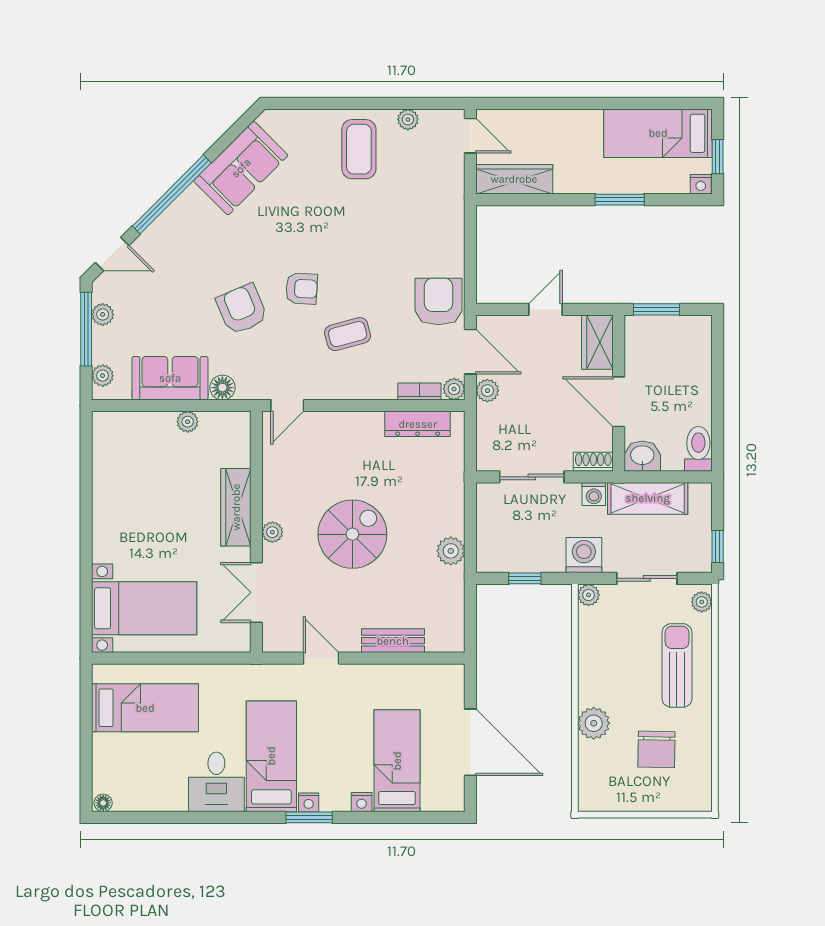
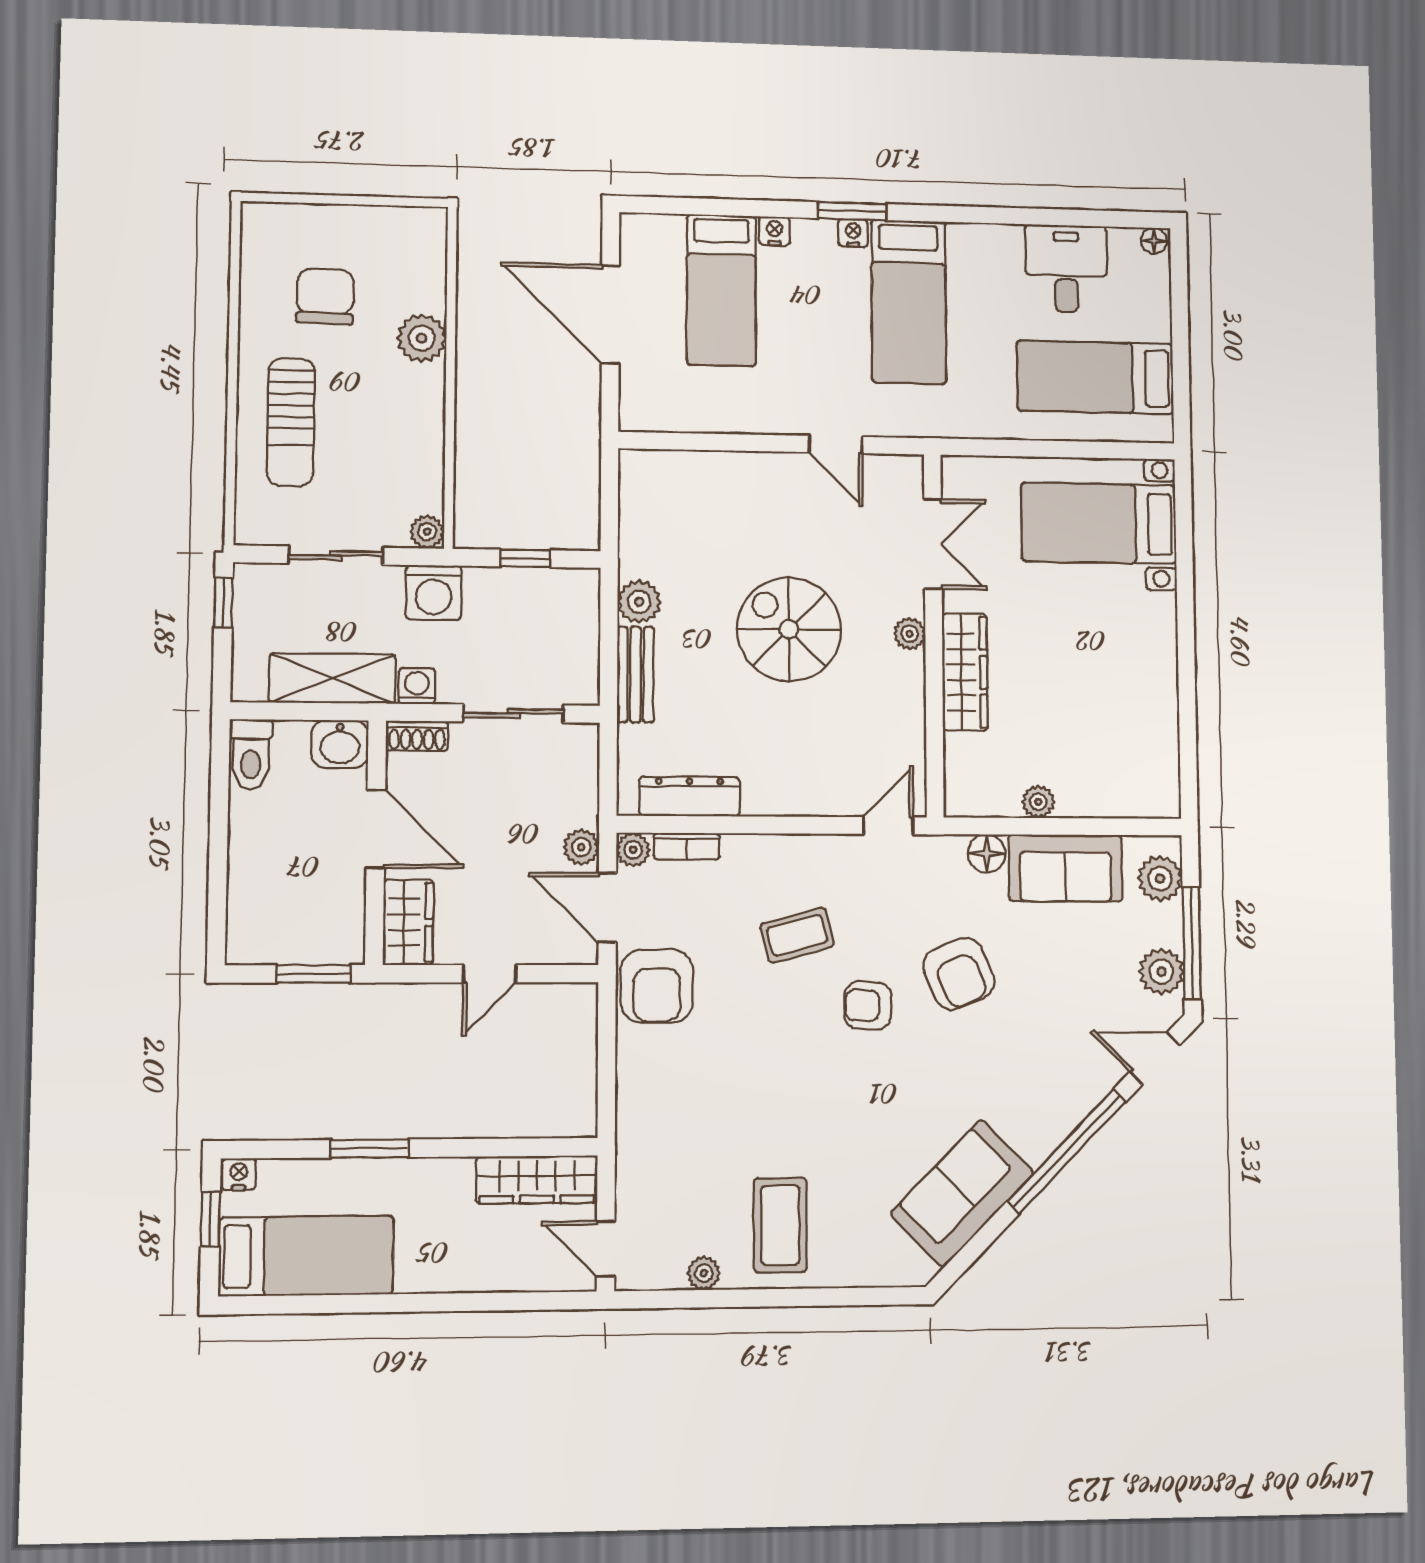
plant: (103, 314) -> (1161, 972), width x1.38, depth x1.38
plant: (103, 376) -> (1160, 879), width x1.38, depth x1.38
spiral stairs: (352, 534) -> (789, 629), turned 90
plant: (702, 602) -> (250, 518), removed
bench: (393, 641) -> (635, 674), moved, turned 90
desk: (216, 782) -> (1066, 269), moved

